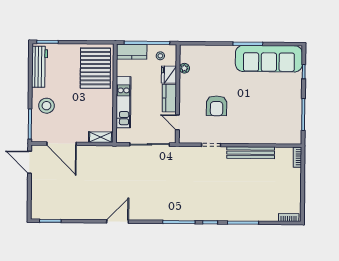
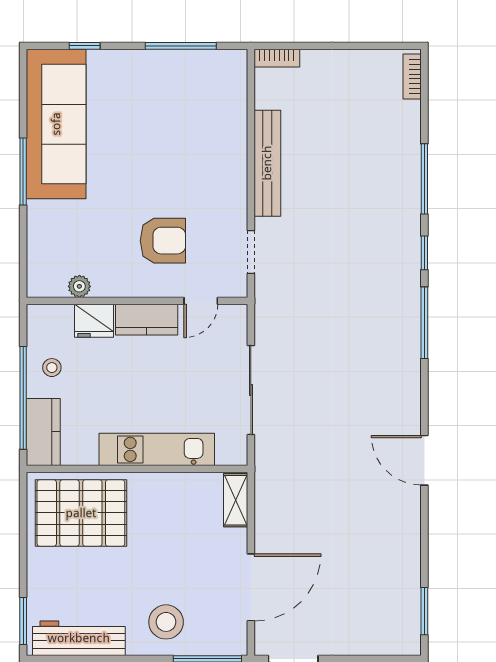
plant: (184, 68) -> (79, 286), moved
fridge: (169, 75) -> (94, 321), moved
wall: (178, 94) -> (137, 301), moved
kitchen counter: (169, 98) -> (147, 320), moved
door: (177, 122) -> (201, 301), moved

